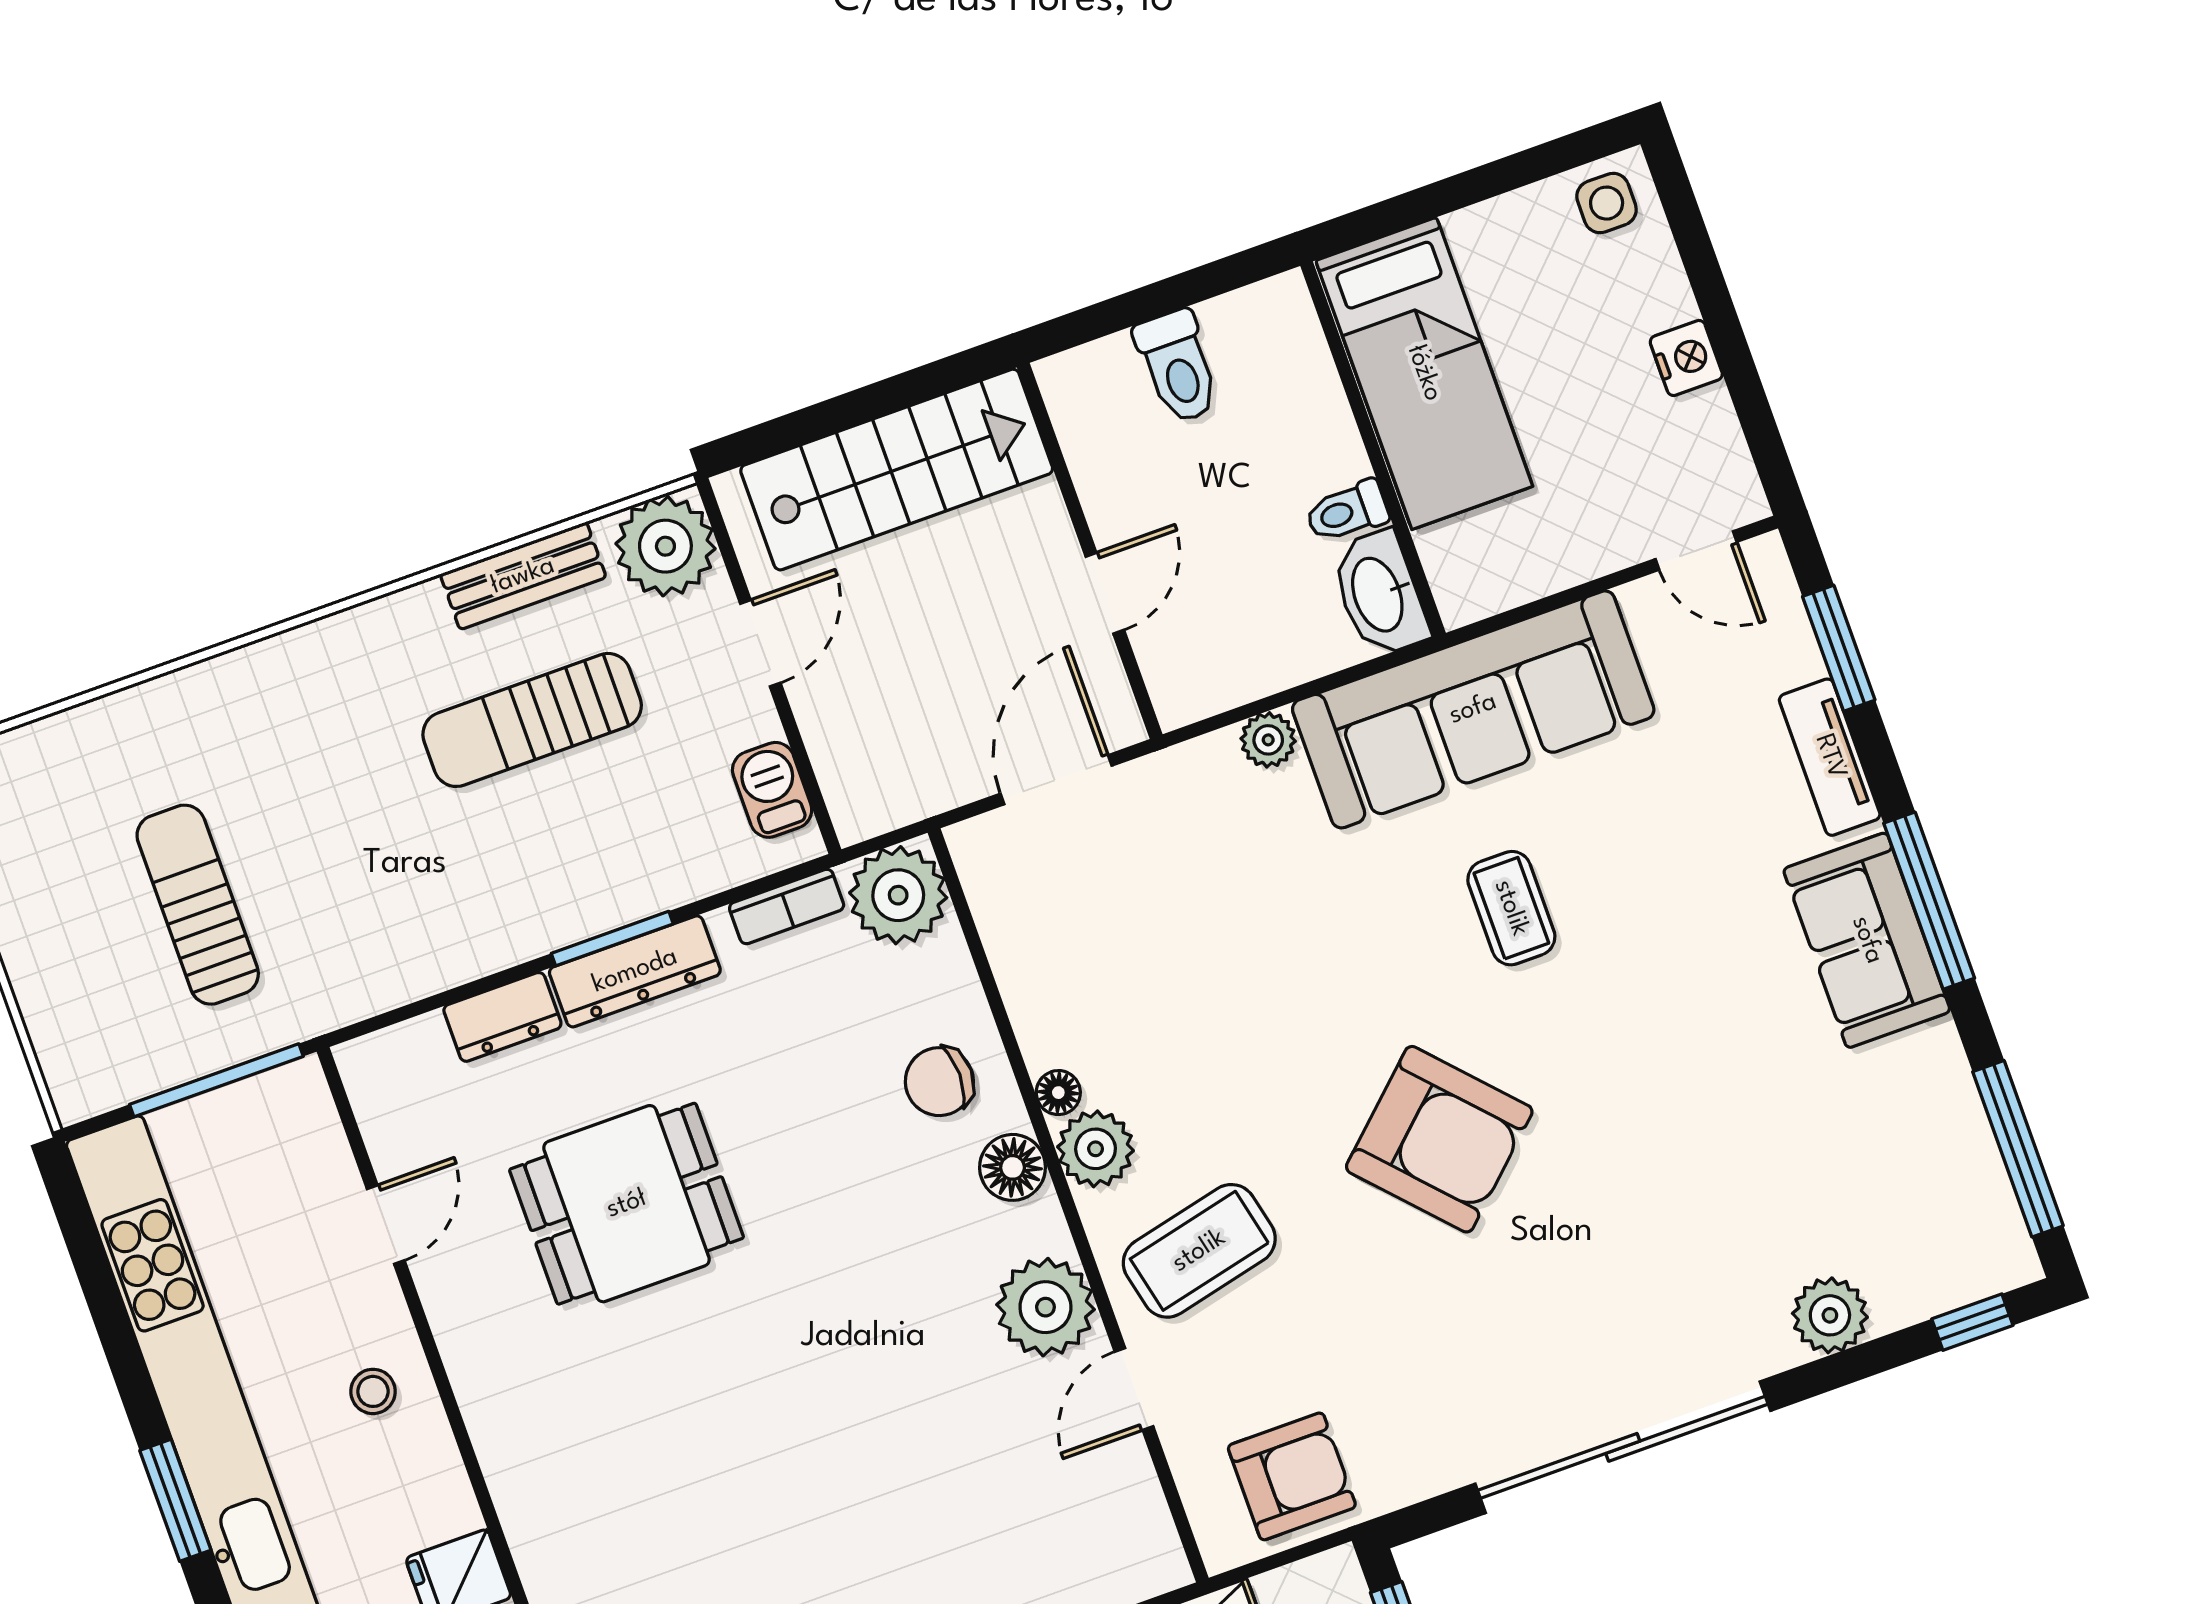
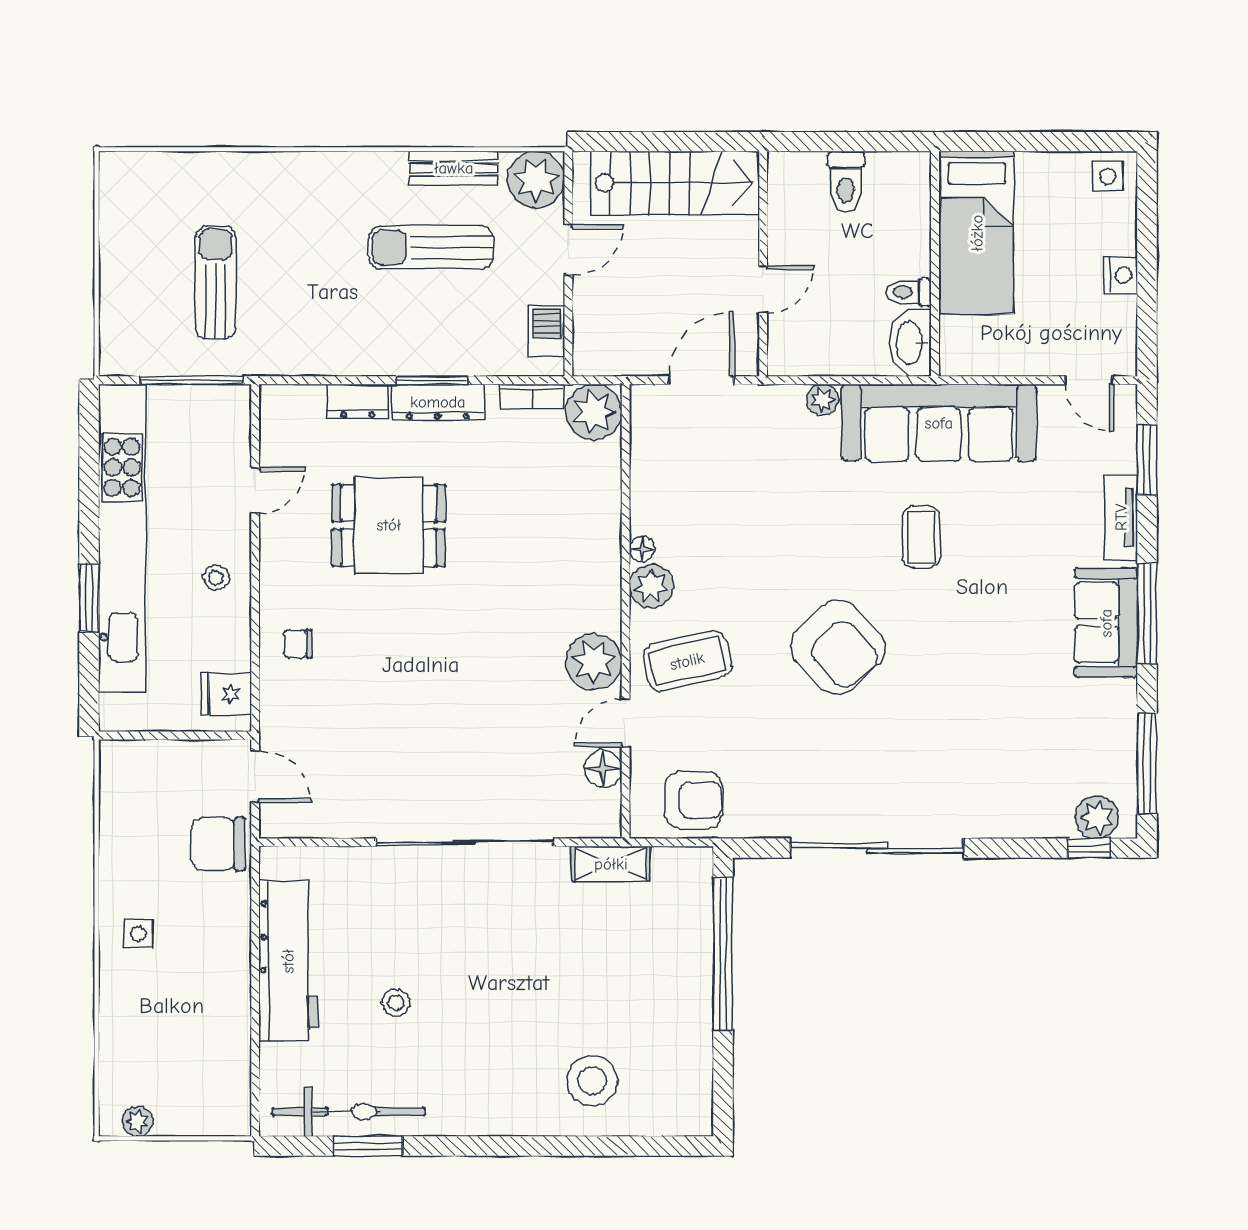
chair: (939, 1082) -> (298, 644), moved, width x0.73, depth x0.73
floor lamp: (1013, 1167) -> (603, 769), moved
plant: (1830, 1315) -> (1097, 817), moved

